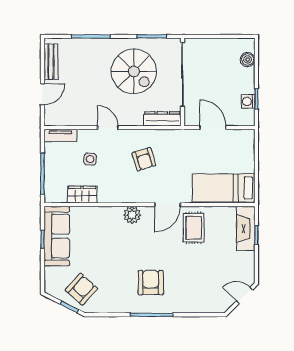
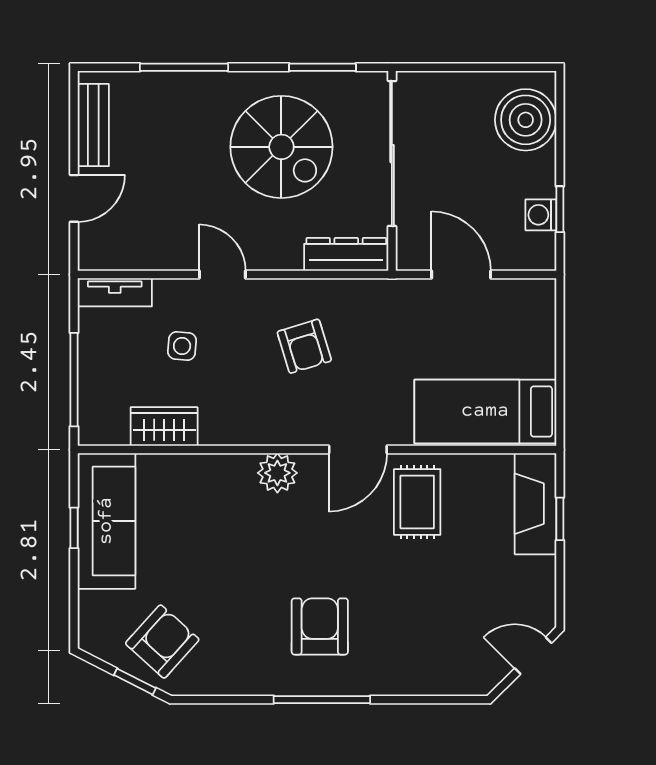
boiler: (248, 60) -> (526, 120), width x1.86, depth x1.86

